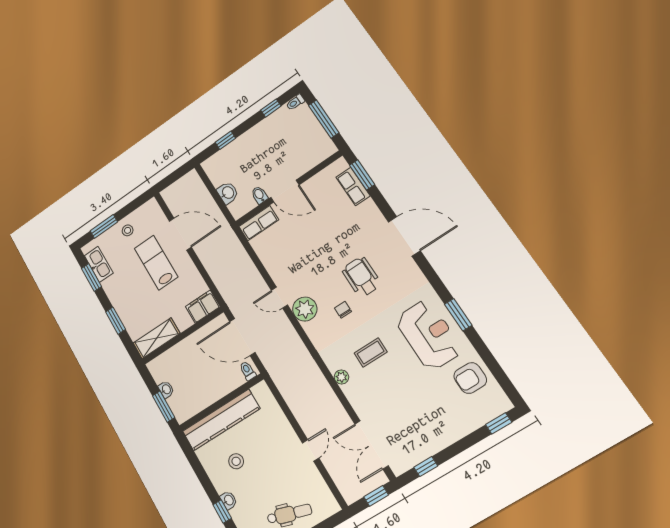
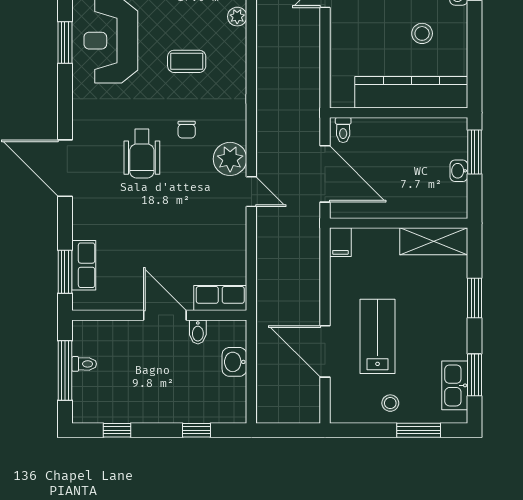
toilet: (295, 102) -> (84, 364), moved
lab bench: (156, 263) -> (378, 336), turned 180
filing cabinet: (203, 307) -> (340, 242), width x0.50
plant: (341, 377) -> (237, 17), moved

